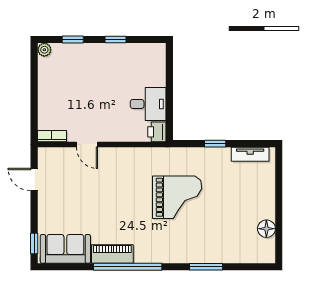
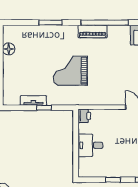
desk: (148, 104) -> (90, 145), moved
tv unit: (250, 154) -> (33, 100), moved
piano: (112, 254) -> (93, 31), moved

